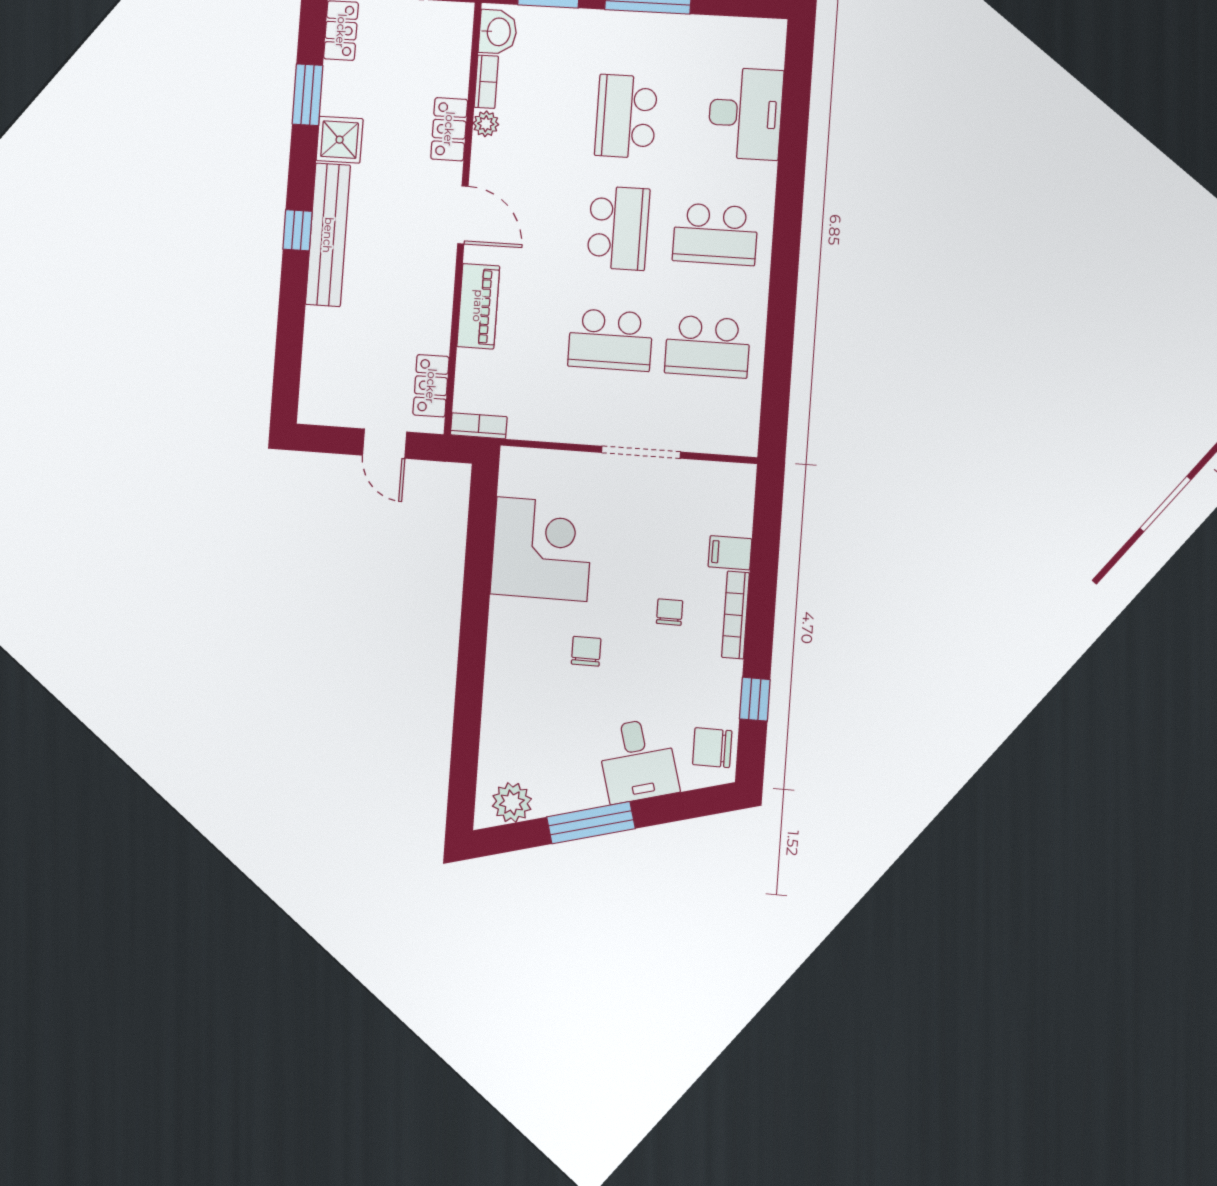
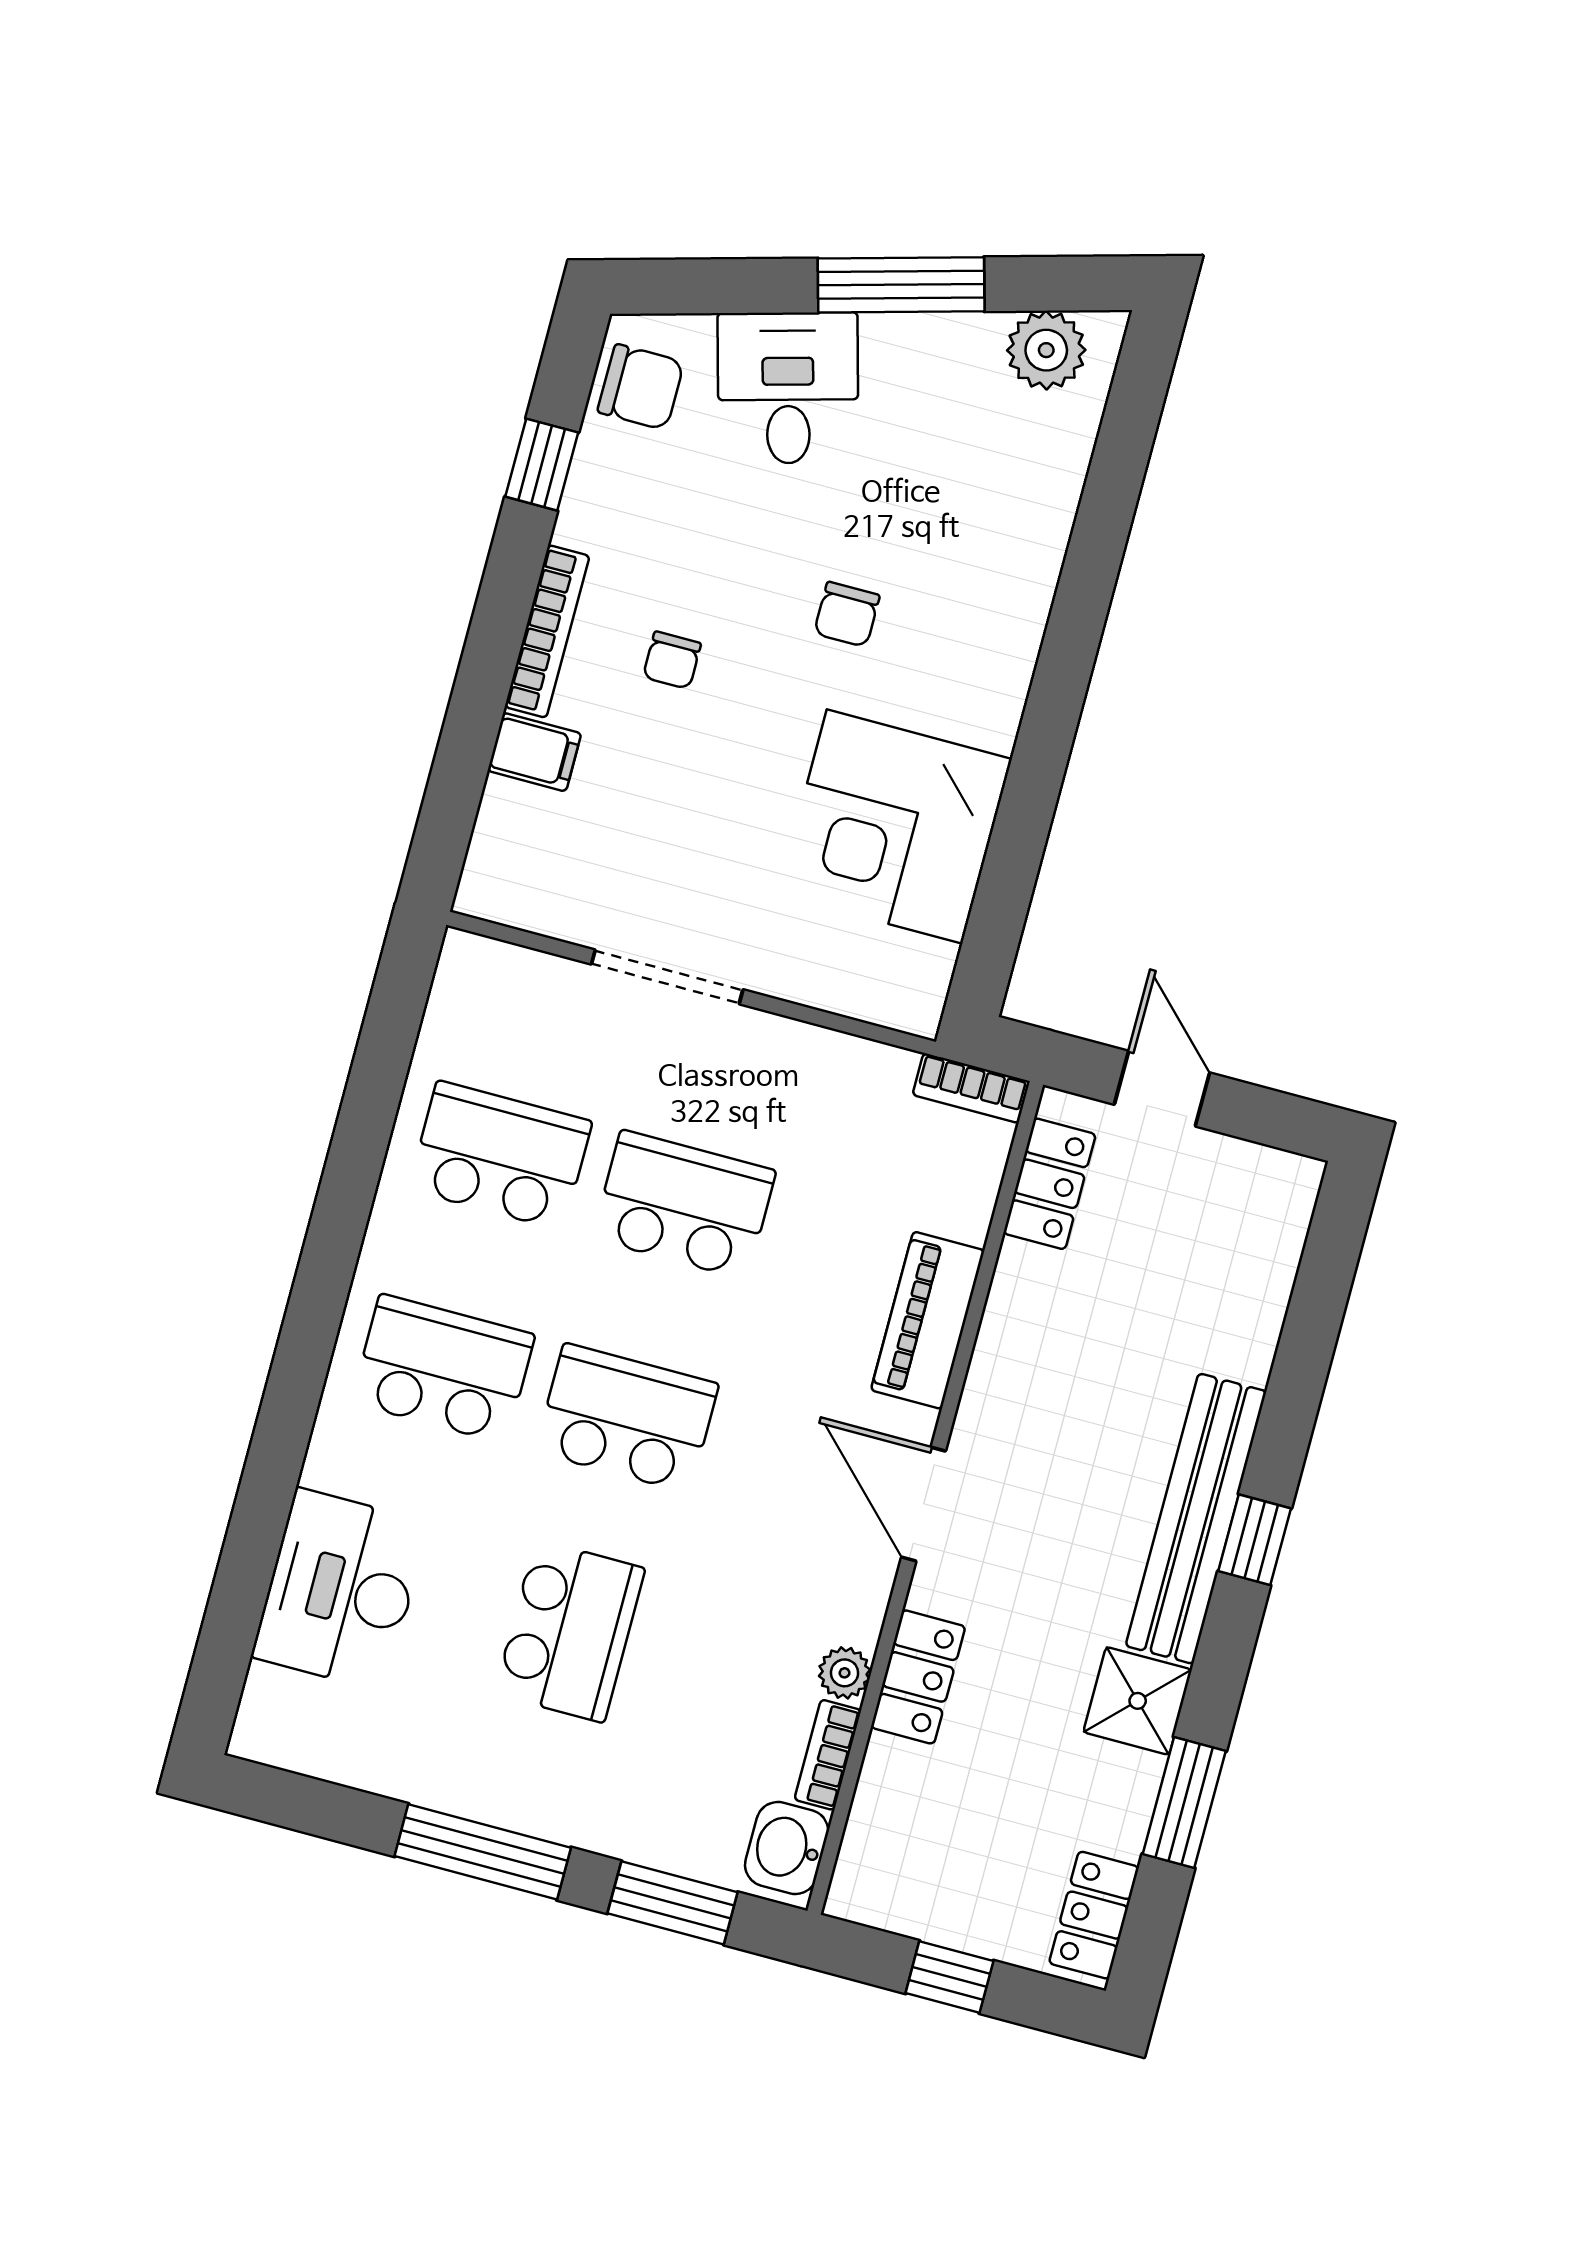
school desk: (618, 228) -> (627, 1418), turned 90

